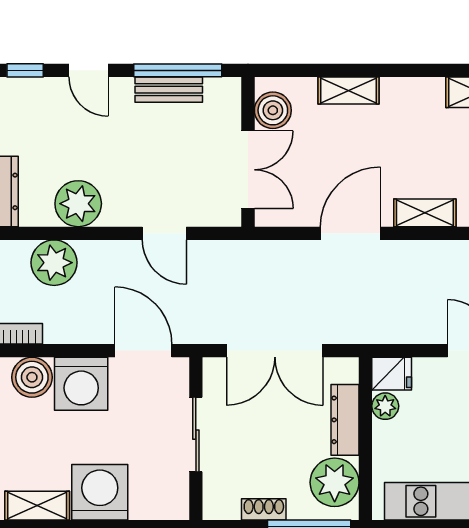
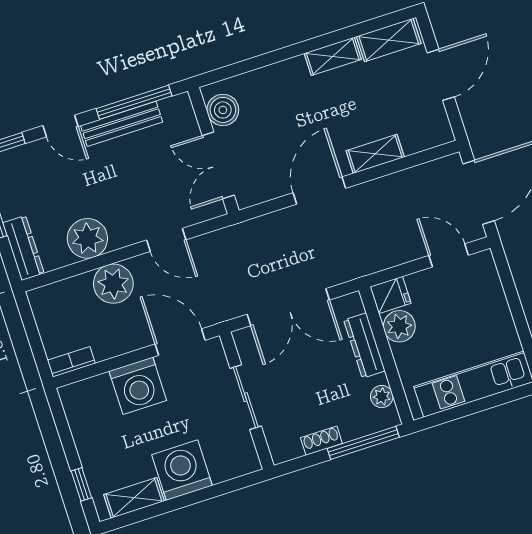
bench: (169, 90) -> (122, 124), width x1.36
shelving: (349, 90) -> (333, 56), moved
double door: (248, 170) -> (218, 165), swing flipped
plant: (54, 263) -> (113, 284), moved
boiler: (32, 377) -> (96, 394), removed
plant: (385, 406) -> (399, 326), width x1.38, depth x1.38
plant: (335, 482) -> (382, 397), width x0.53, depth x0.53

